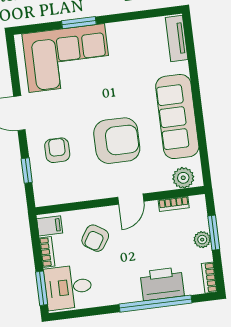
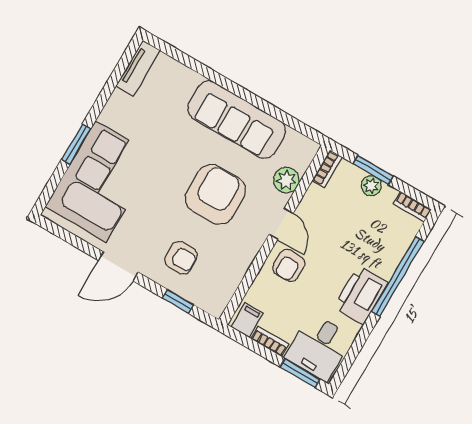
tv unit: (177, 38) -> (138, 68), moved, turned -90
armchair: (57, 150) -> (181, 258), turned 180
plant: (183, 178) -> (286, 180), moved
bookcase: (174, 204) -> (327, 169), moved
armchair: (95, 238) -> (289, 265), moved, turned 57
printer: (162, 284) -> (361, 295), moved

